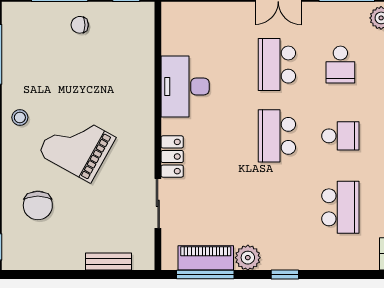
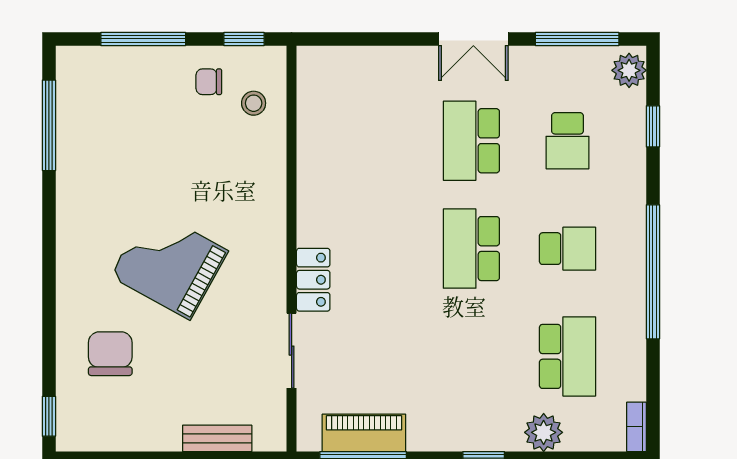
chair: (80, 25) -> (209, 82), moved
desk: (185, 86) -> (333, 174), removed
stool: (20, 117) -> (254, 103), moved
chair: (38, 205) -> (110, 354), turned 180
plant: (248, 258) -> (544, 432), moved

